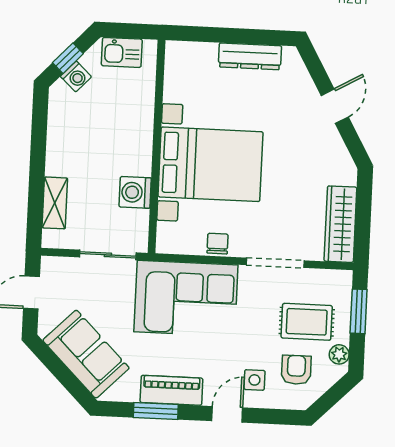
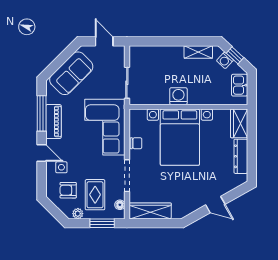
wardrobe: (191, 56) -> (239, 123), added
washing machine: (135, 192) -> (178, 96), moved
shelving: (55, 203) -> (198, 52), moved
floor lamp: (327, 278) -> (120, 205), added
armchair: (296, 370) -> (68, 190), turned 180
window: (156, 411) -> (42, 113), width x1.44

